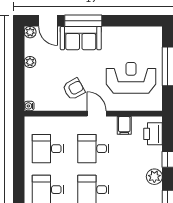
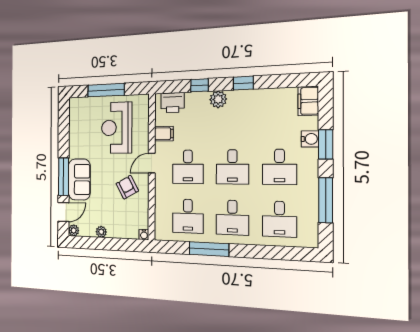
window: (19, 168) -> (209, 249), added

